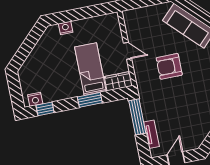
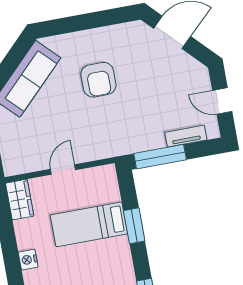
armchair: (169, 66) -> (98, 80), moved
wardrobe: (118, 81) -> (20, 200), moved, turned 180

